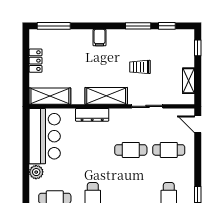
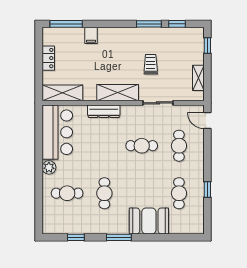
filing cabinet: (100, 38) -> (91, 35), moved
trolley: (140, 67) -> (151, 64), turned 90
cafe table: (169, 150) -> (179, 146), turned 90

